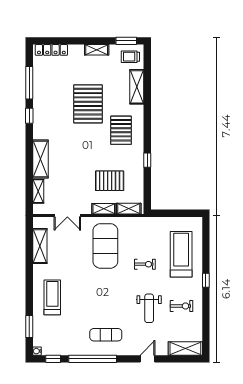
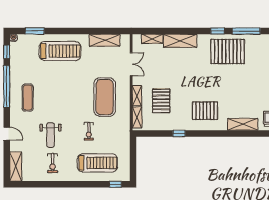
pallet: (88, 104) -> (228, 51), moved
double door: (67, 215) -> (131, 64), swing flipped
exercise mat: (105, 246) -> (105, 97), turned 90
window: (206, 280) -> (115, 184), moved
treadmill: (52, 297) -> (60, 51), width x1.37, depth x1.38
weight bench: (149, 308) -> (51, 135), turned -90

